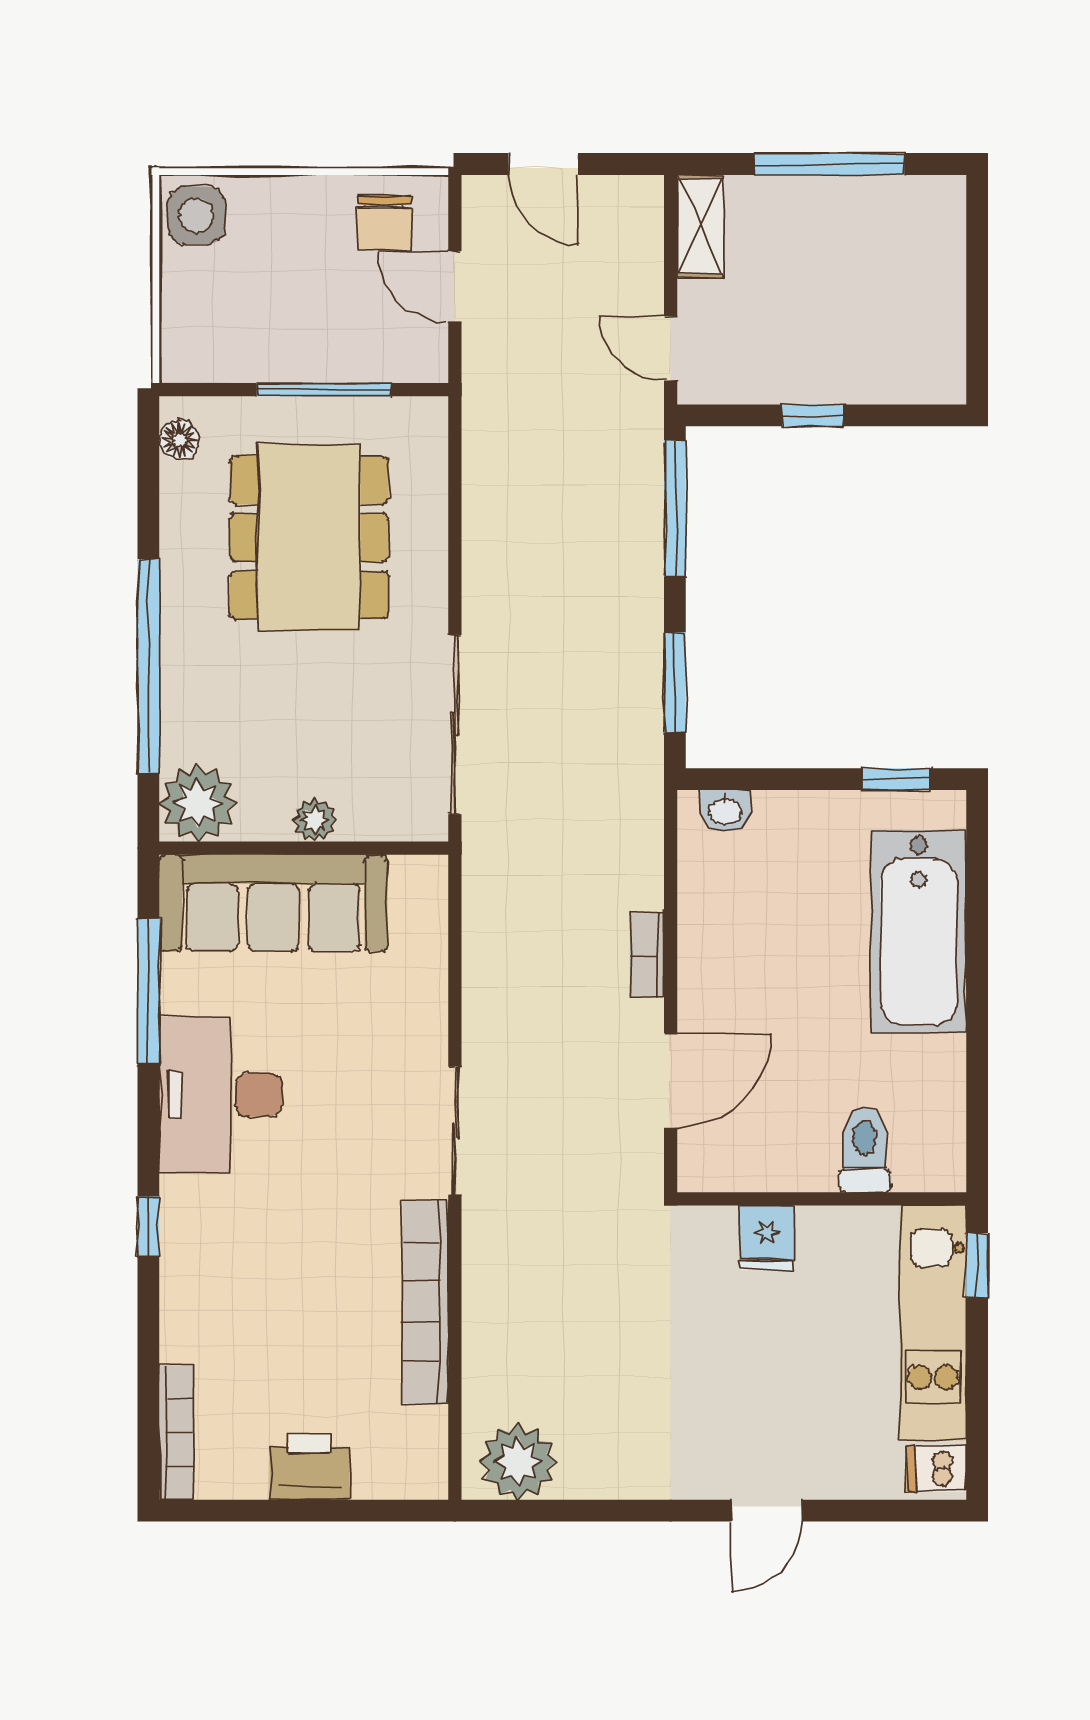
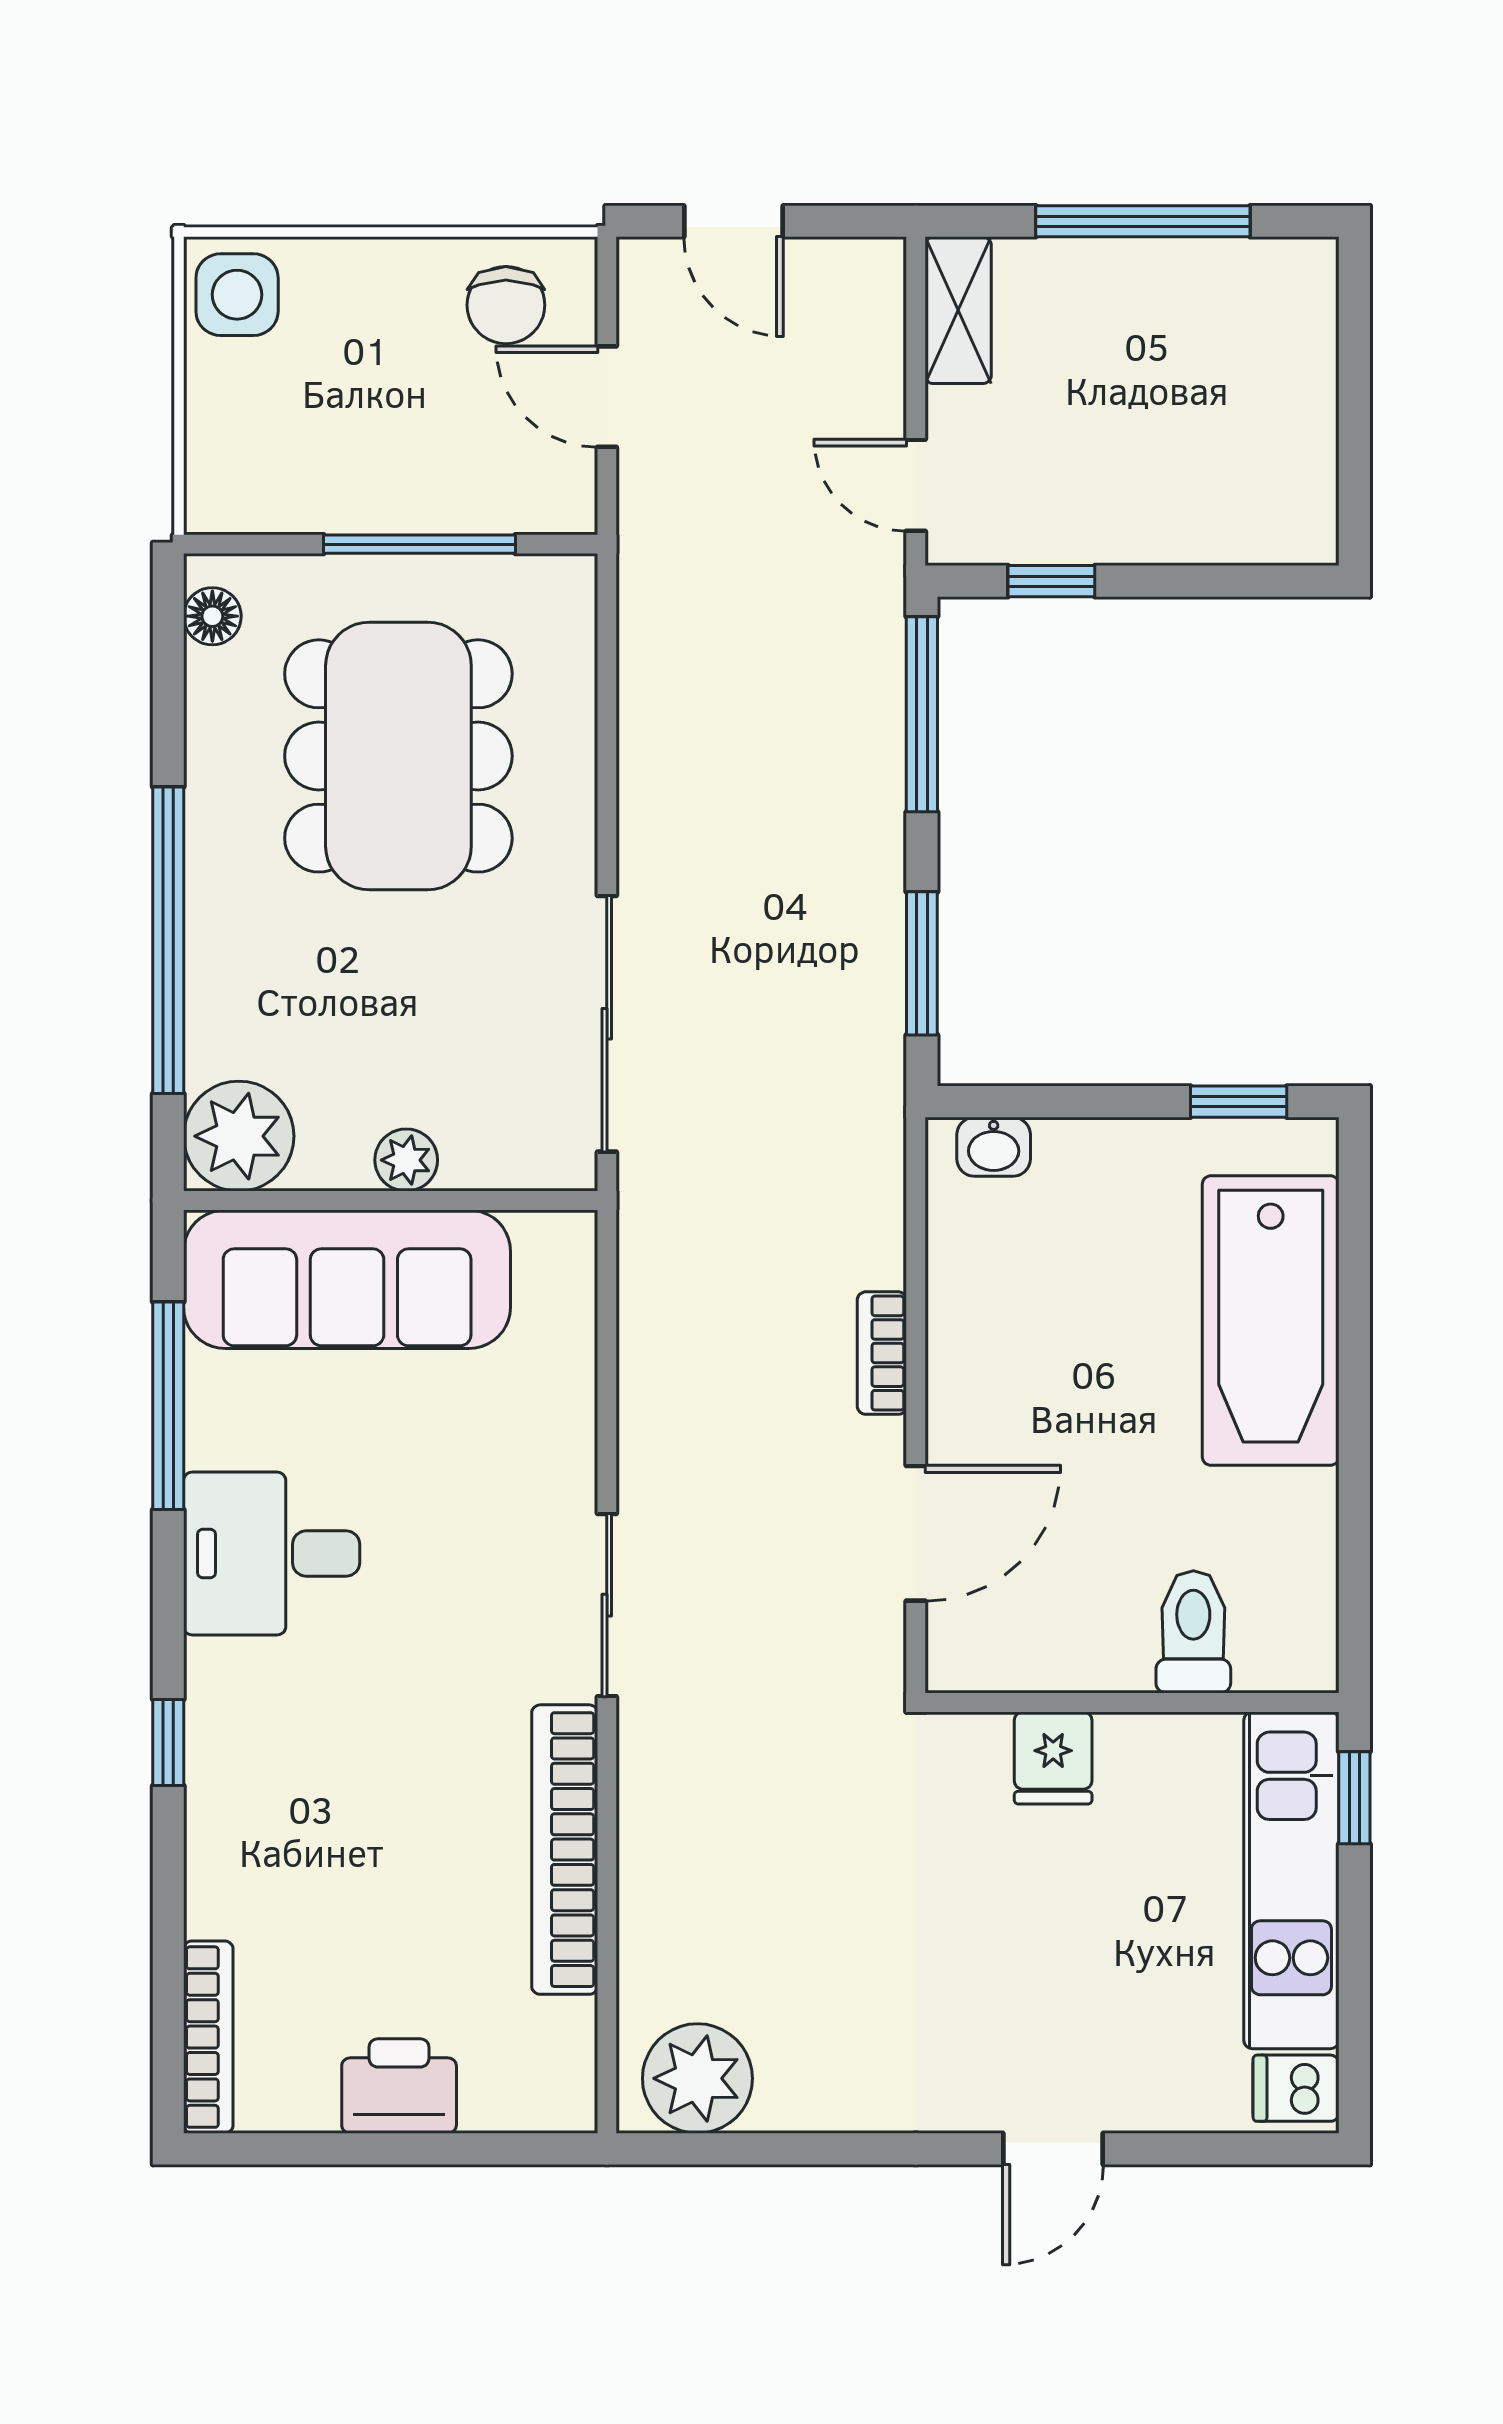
window: (812, 415) -> (1051, 581), moved
desk: (221, 1095) -> (272, 1554), width x0.73

